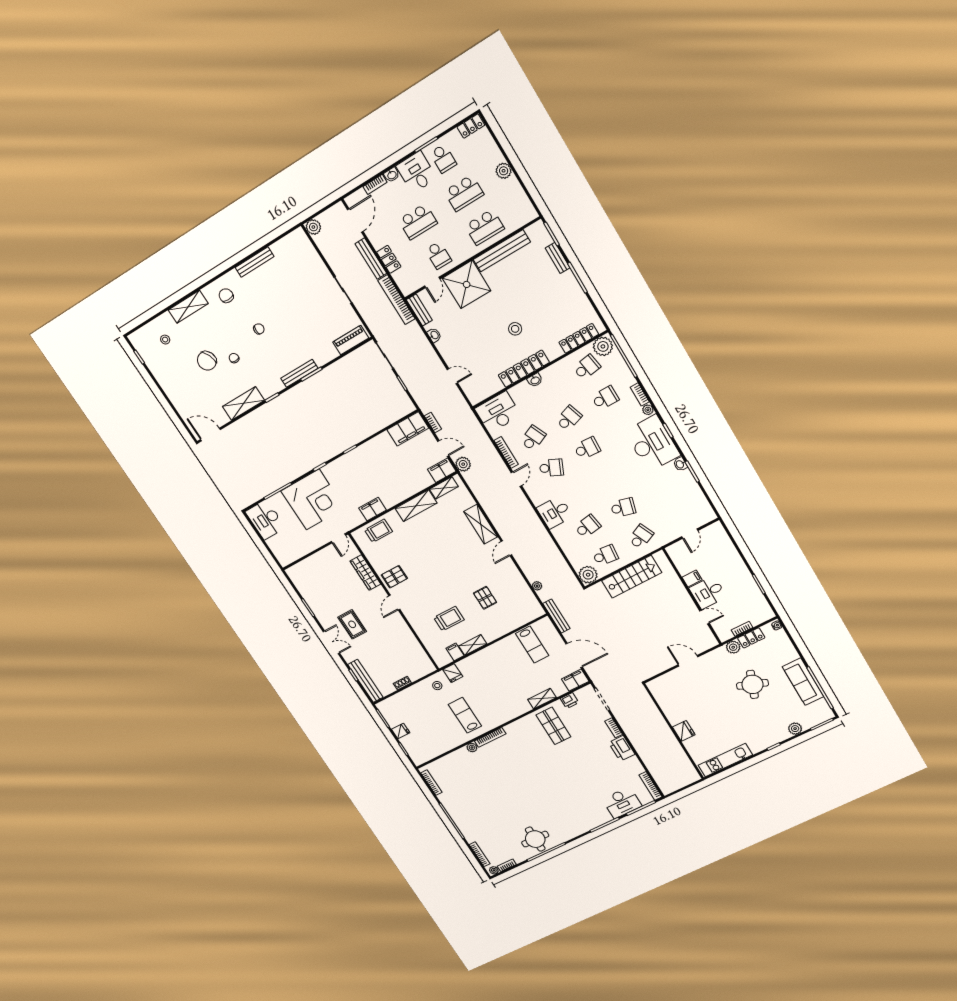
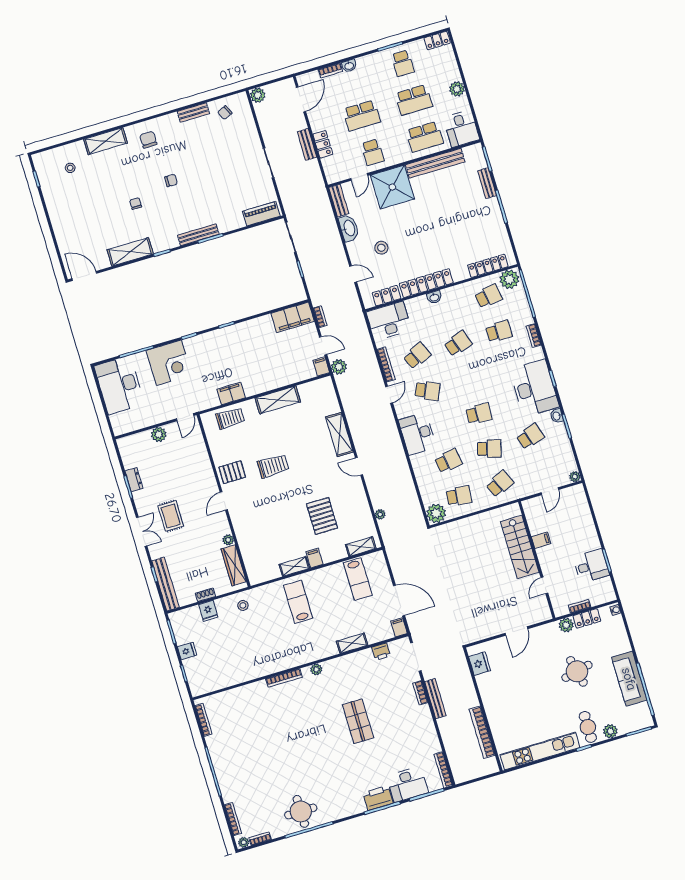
desk: (416, 172) -> (461, 129), moved, turned 180
bench: (371, 259) -> (307, 144), width x0.73
bench: (255, 262) -> (193, 113), width x0.73
bookcase: (396, 300) -> (482, 732), moved
stool: (515, 329) -> (381, 248), moved
washbasin: (434, 335) -> (349, 228), width x1.91, depth x1.45
chair: (207, 361) -> (225, 113), moved, width x0.54, depth x0.54
locker: (489, 389) -> (386, 296), added
plant: (648, 410) -> (575, 477), moved
school desk: (587, 448) -> (479, 414), moved
filing cabinet: (442, 470) -> (321, 366), width x0.50
shelving: (444, 488) -> (361, 547), moved
school desk: (659, 488) -> (530, 437), added
corner desk: (313, 499) -> (169, 363), width x0.74, depth x0.74
desk: (555, 512) -> (417, 434), width x1.37
desk: (265, 520) -> (119, 385), width x1.36, depth x1.30
door: (506, 548) -> (359, 466), hinge flipped
plant: (320, 558) -> (159, 434), added
wardrobe: (365, 573) -> (234, 565), moved
stairs: (632, 577) -> (520, 547), moved, turned 90
desk: (708, 592) -> (591, 566), moved, turned 180
pallet: (485, 598) -> (322, 516), width x1.50, depth x1.42
dresser: (311, 600) -> (134, 480), added
bench: (556, 616) -> (435, 699), moved
door: (705, 617) -> (544, 585), swing flipped
trolley: (449, 619) -> (273, 466), moved
plant: (408, 634) -> (228, 540), added
filing cabinet: (455, 652) -> (314, 558), moved
door: (688, 661) -> (516, 631), swing flipped
fridge: (453, 673) -> (208, 611), moved
filing cabinet: (575, 680) -> (399, 627), width x0.50
round table: (752, 684) -> (577, 671), turned -33
lab bench: (465, 715) -> (298, 602), moved
shop shelf: (553, 726) -> (358, 721), moved
cafe table: (773, 729) -> (588, 727), added
fridge: (684, 731) -> (480, 664), moved
plant: (472, 748) -> (316, 669), moved
printer: (622, 748) -> (378, 798), moved, turned 90
kitchen unit: (725, 760) -> (540, 751), width x1.36

